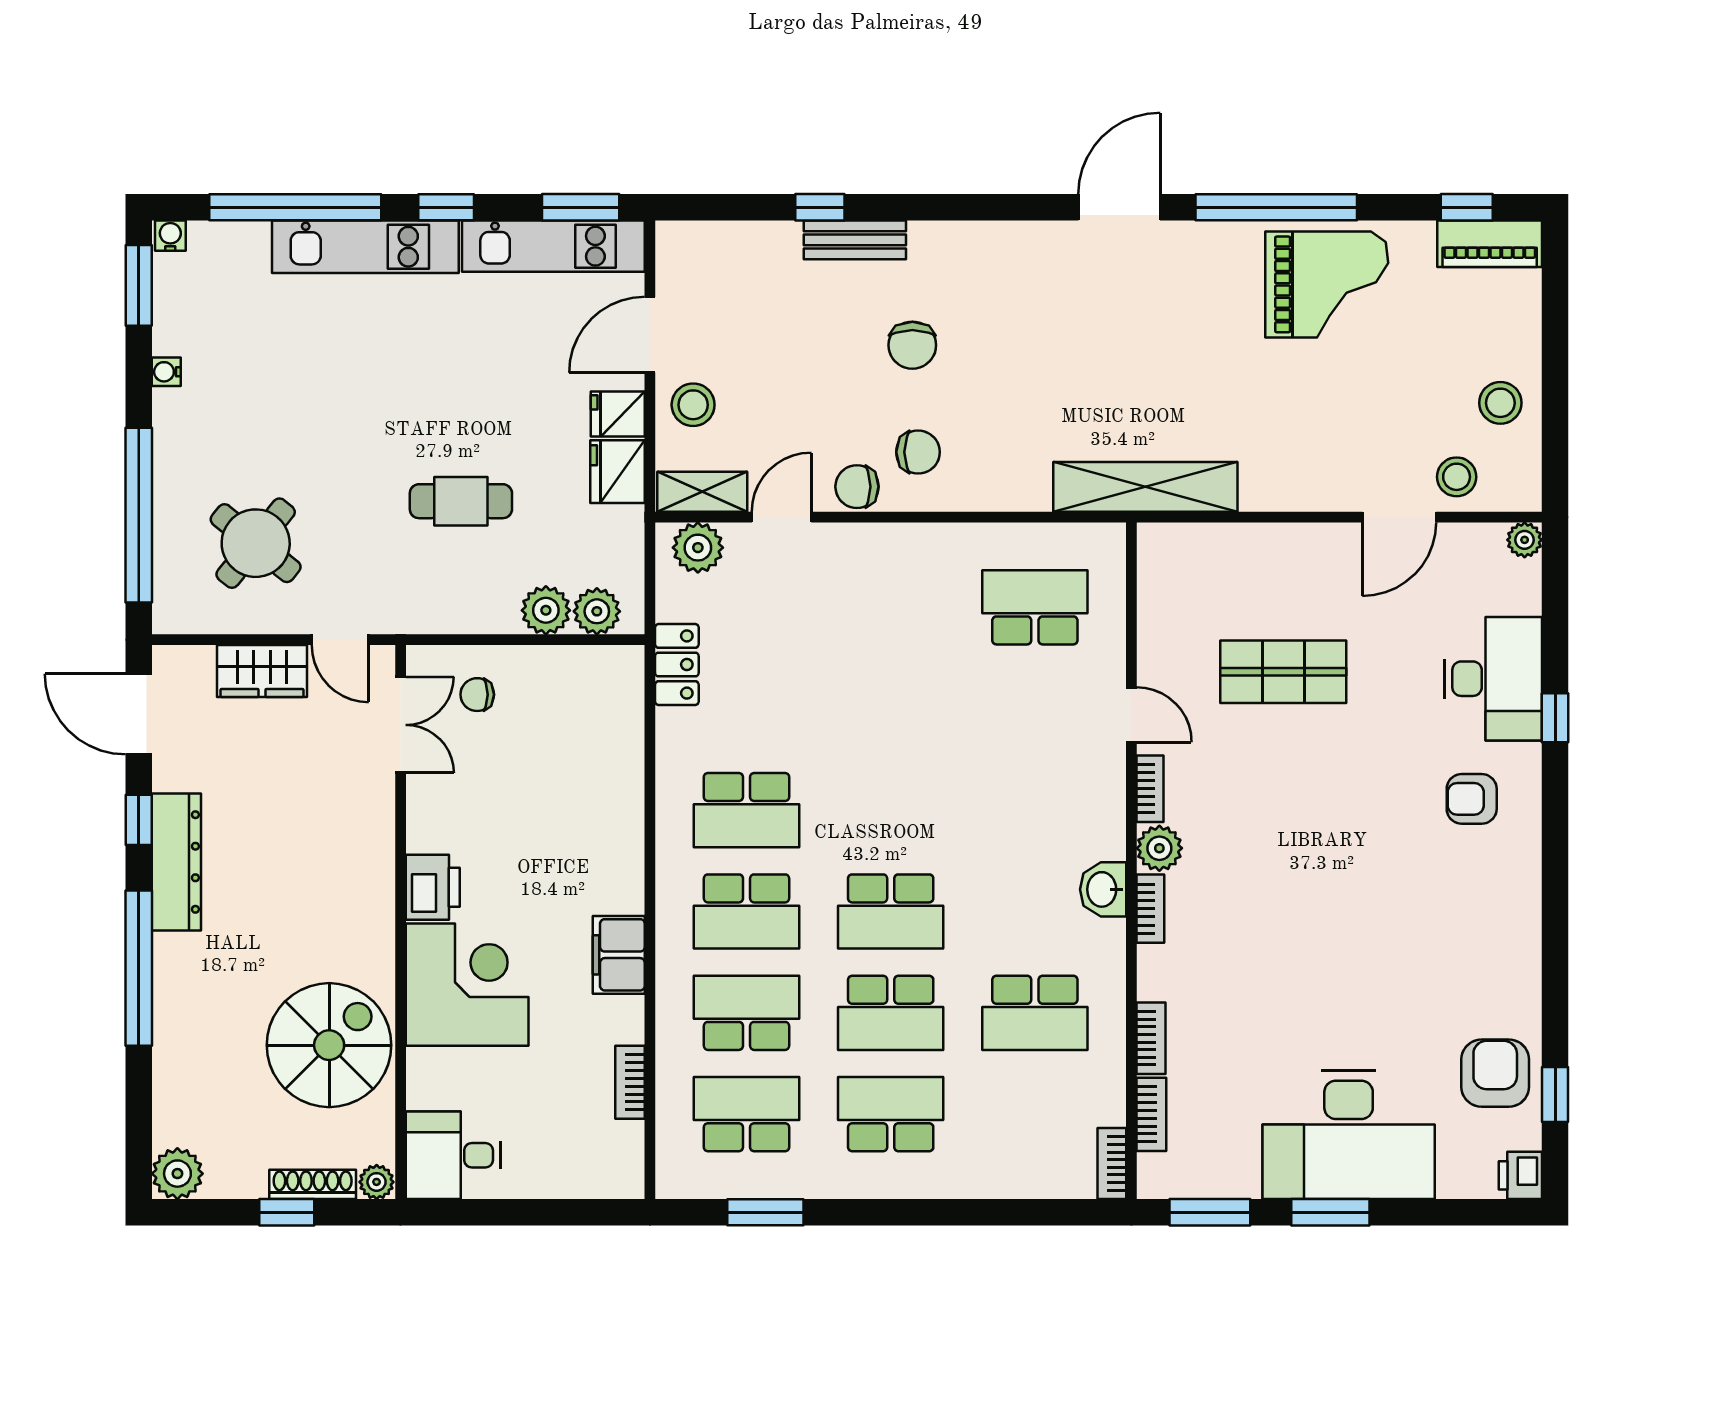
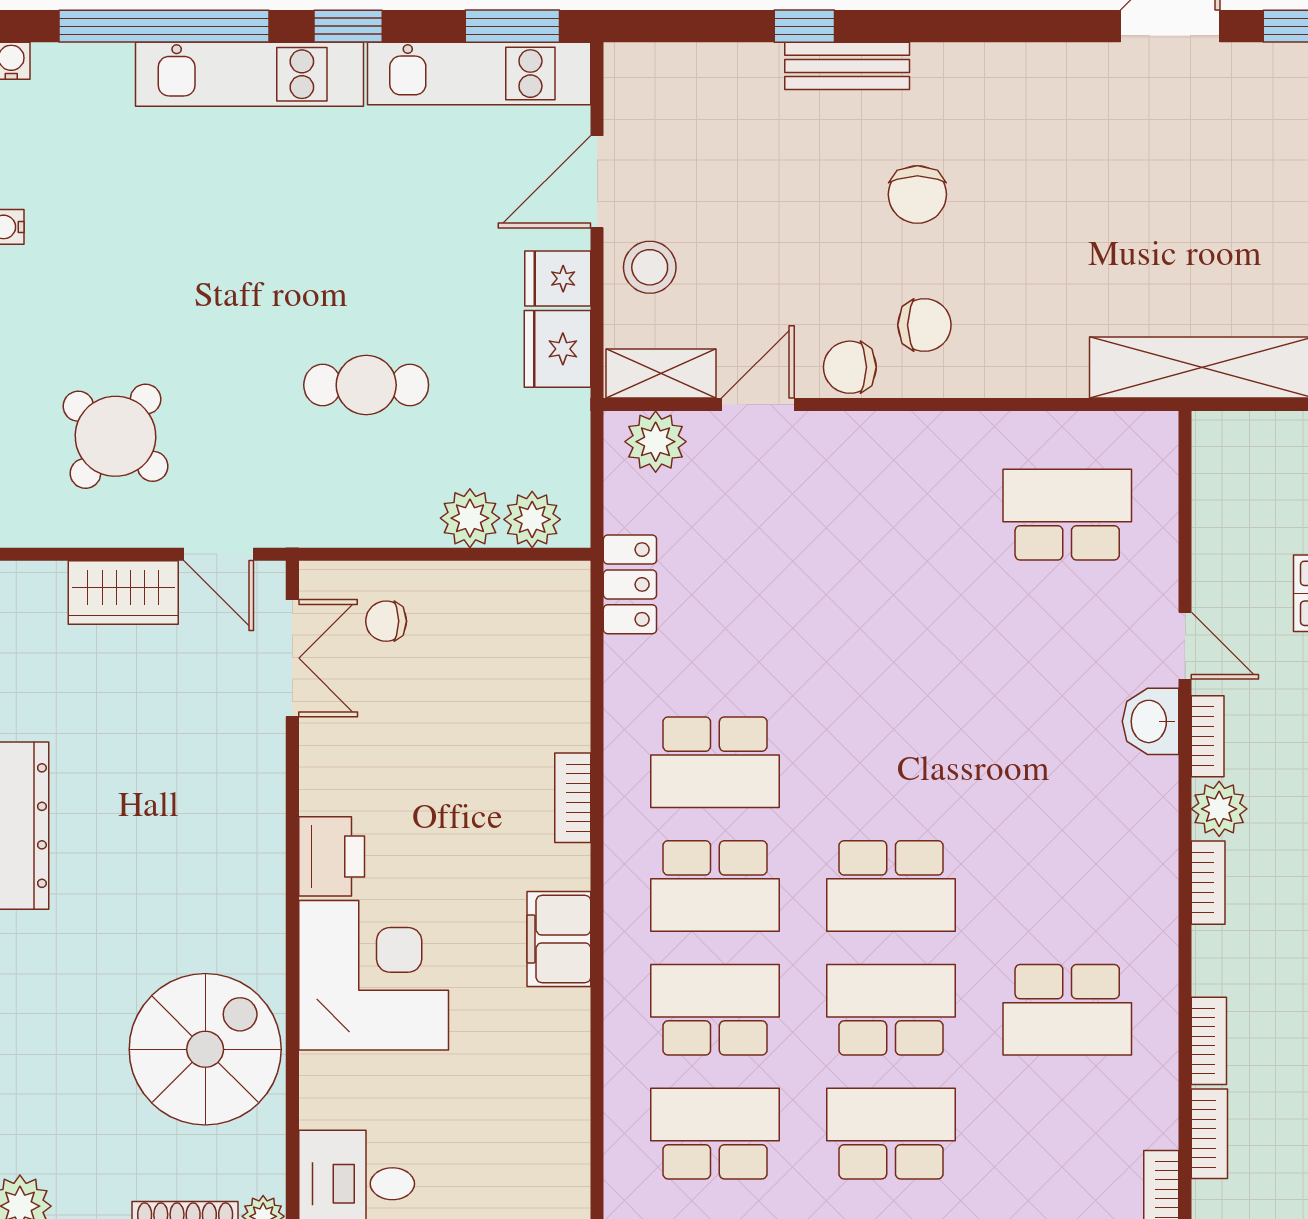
washbasin: (1103, 889) -> (1150, 721), moved
school desk: (891, 1013) -> (891, 1010), turned 180
bookcase: (630, 1082) -> (573, 798), moved

